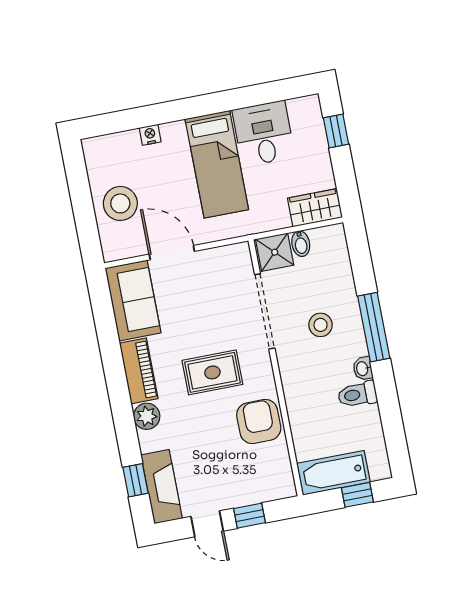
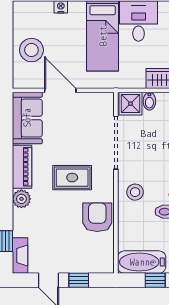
stool: (321, 325) -> (135, 192), moved
fireplace: (162, 487) -> (20, 255), width x0.73, depth x0.76

